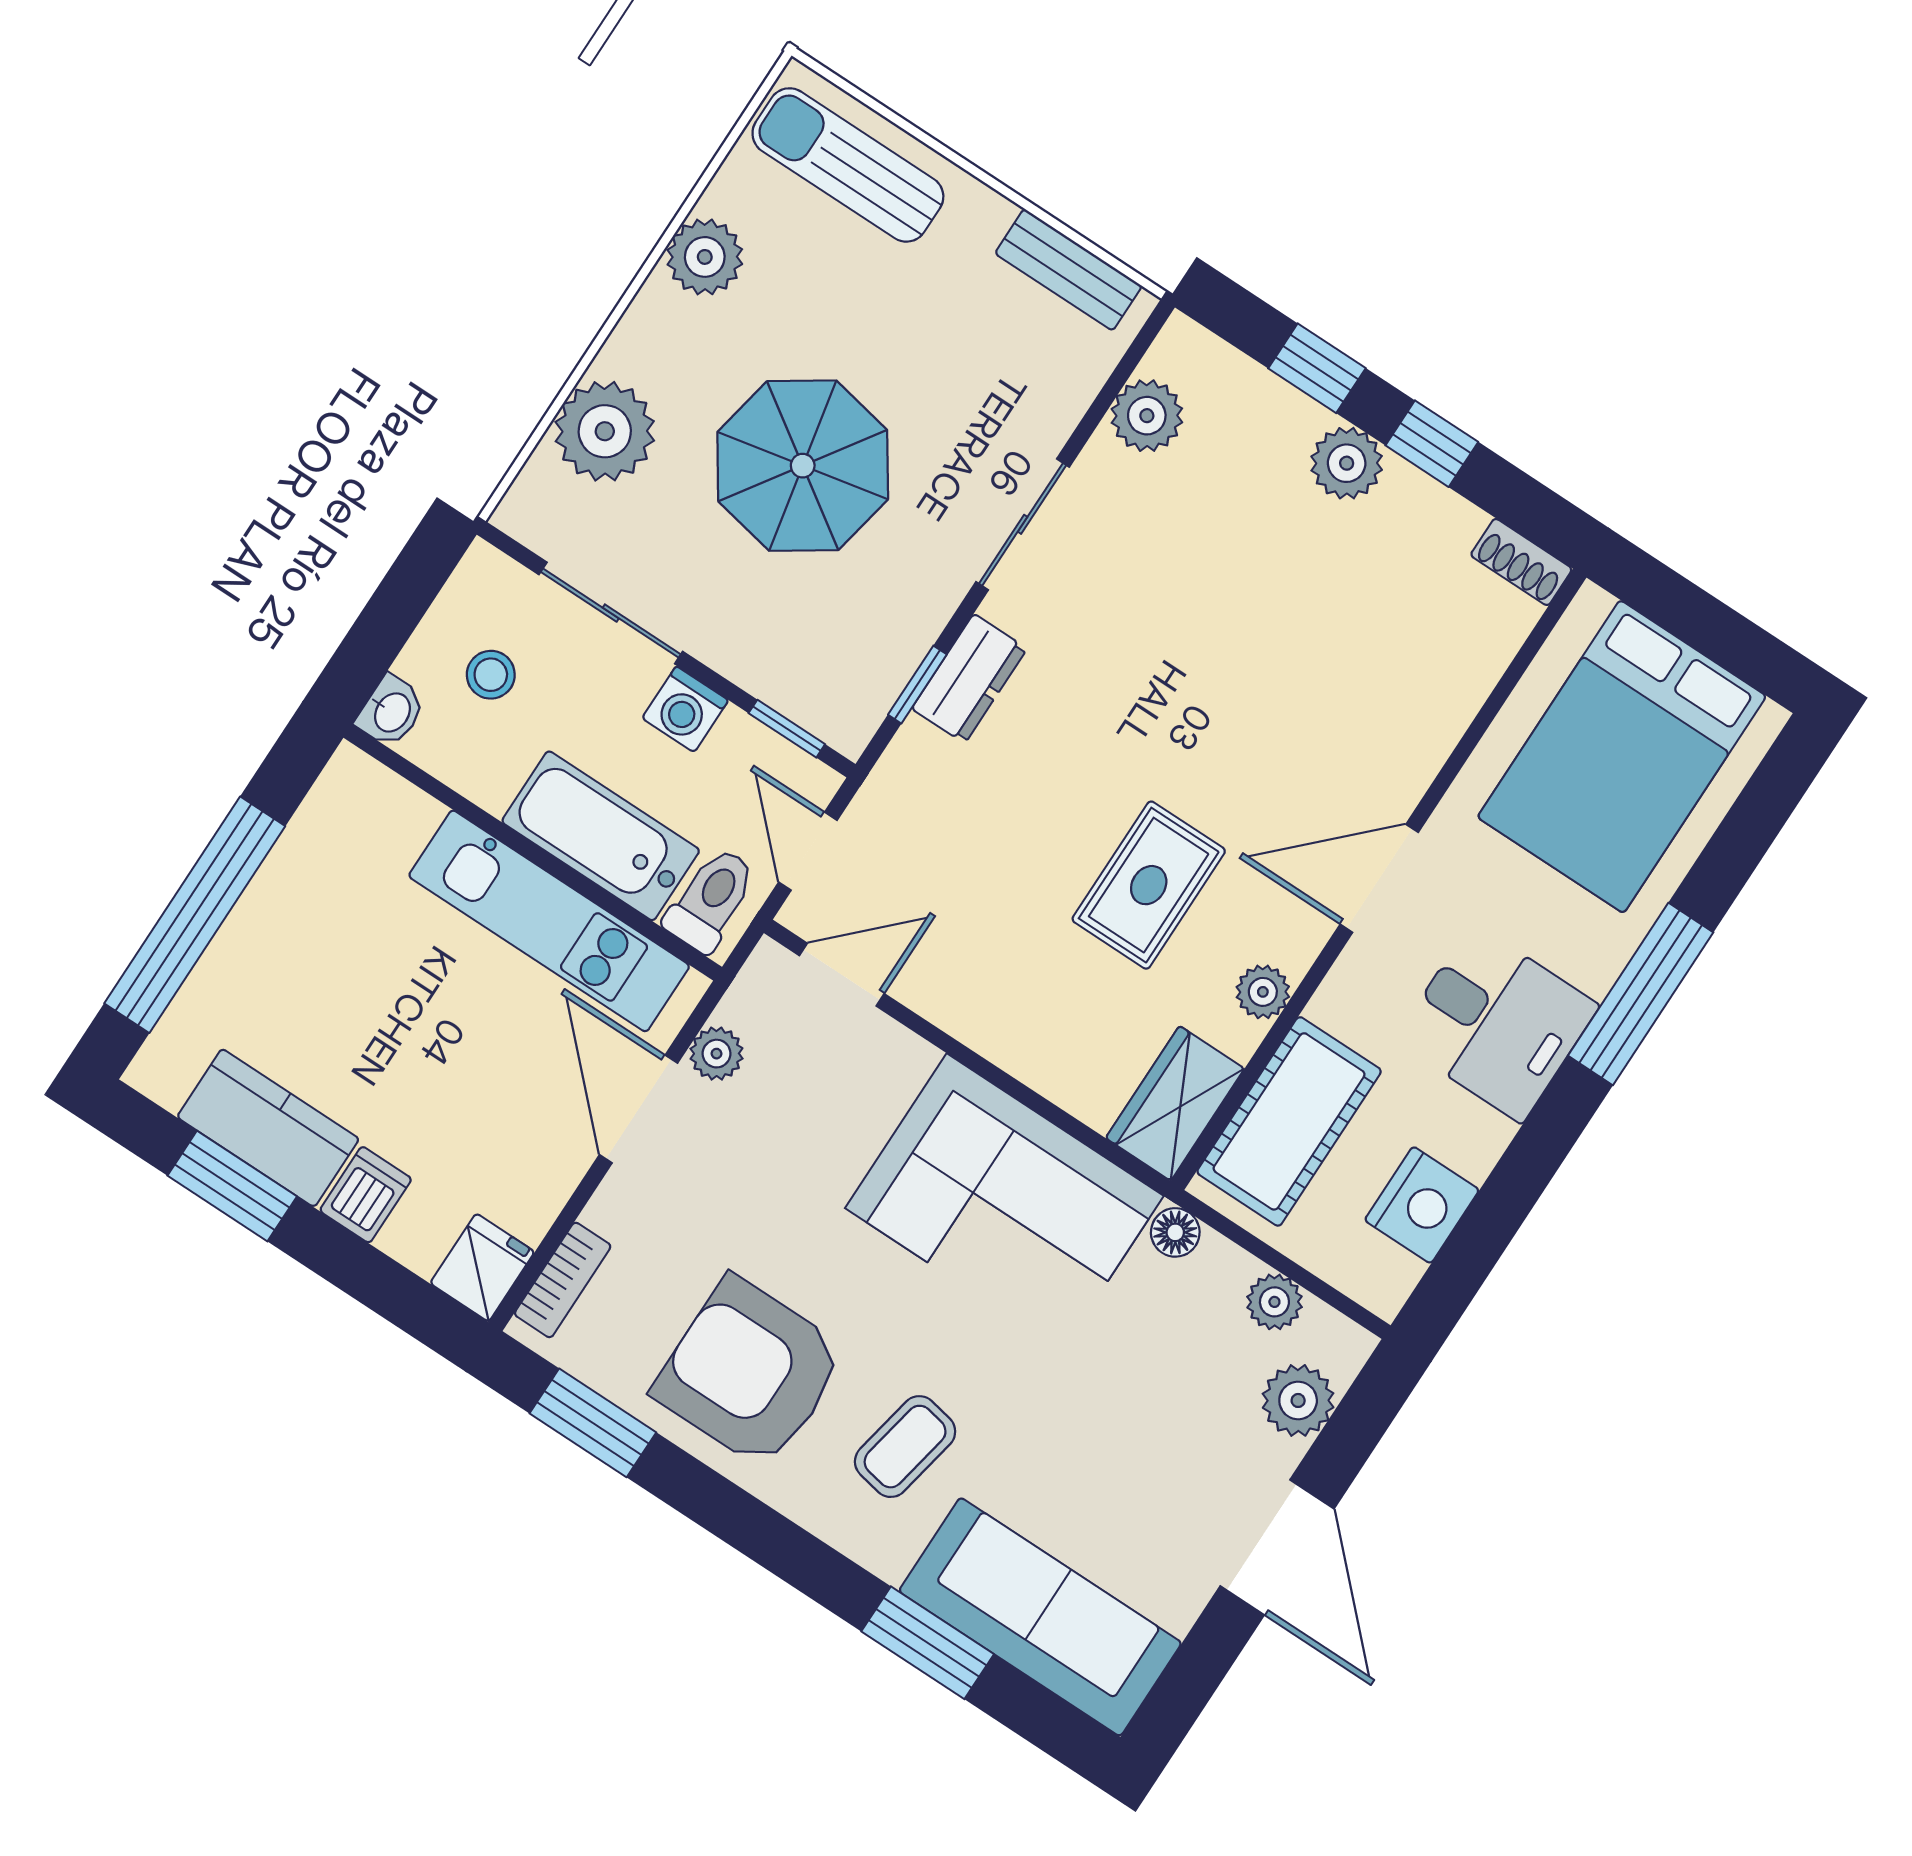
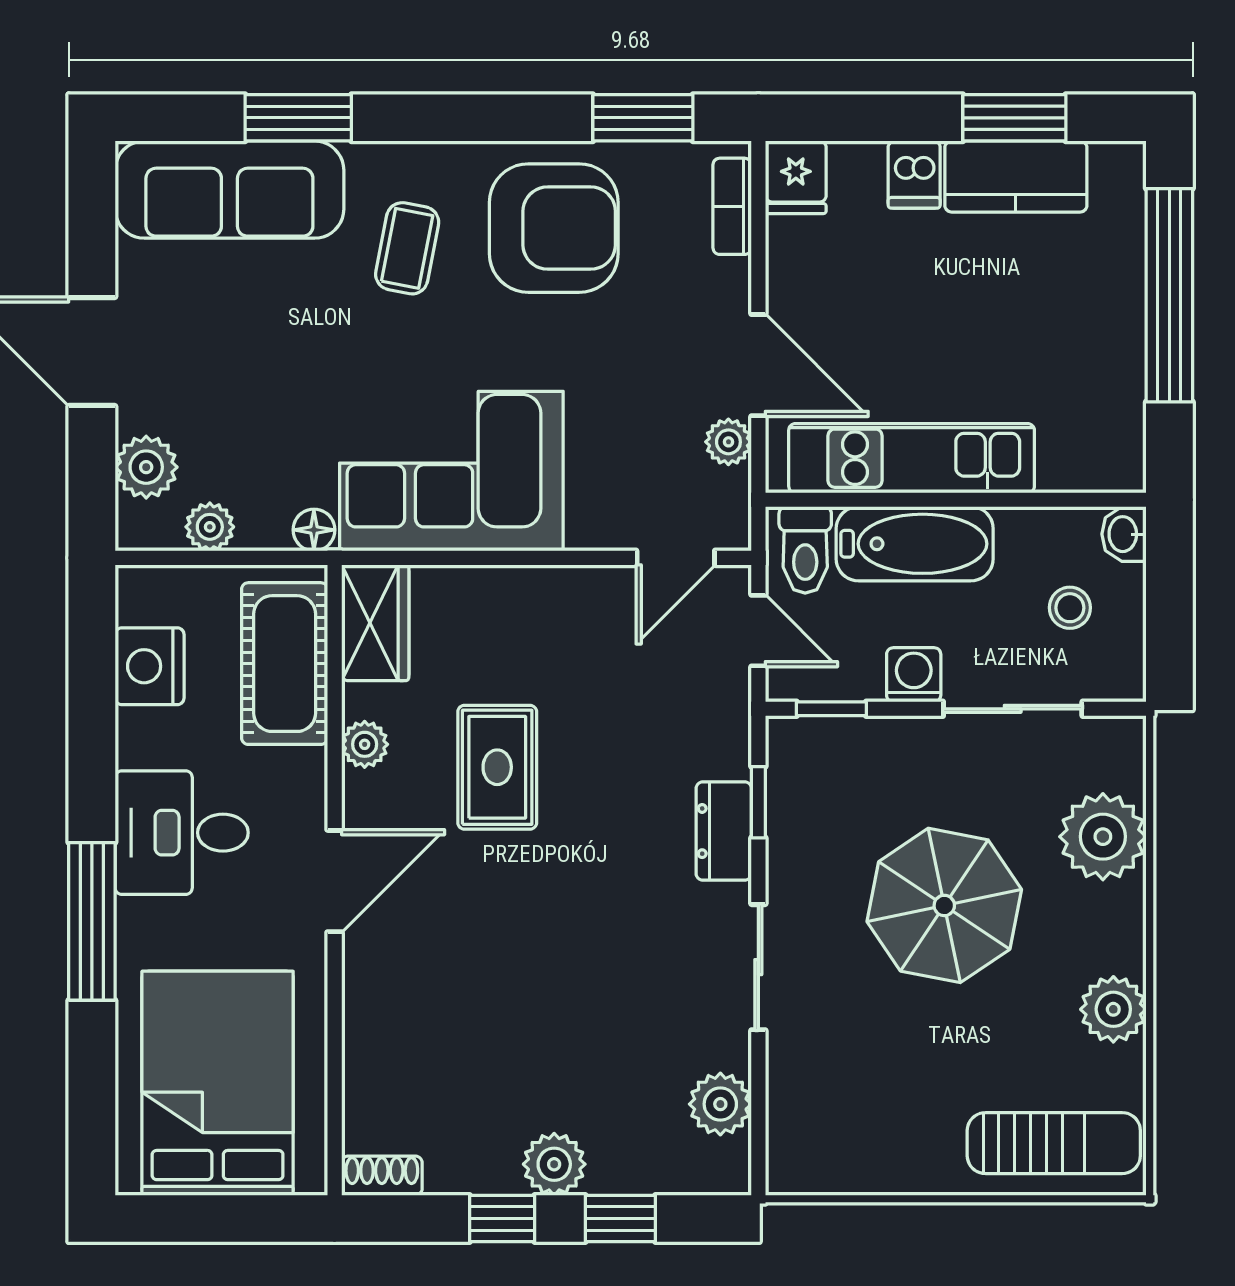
bench: (1068, 270) -> (846, 1172), removed

